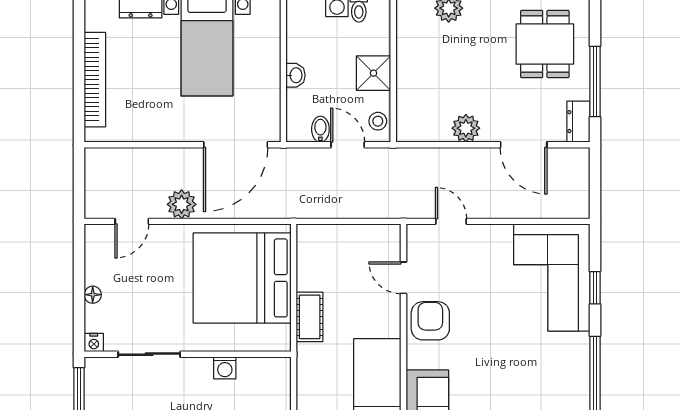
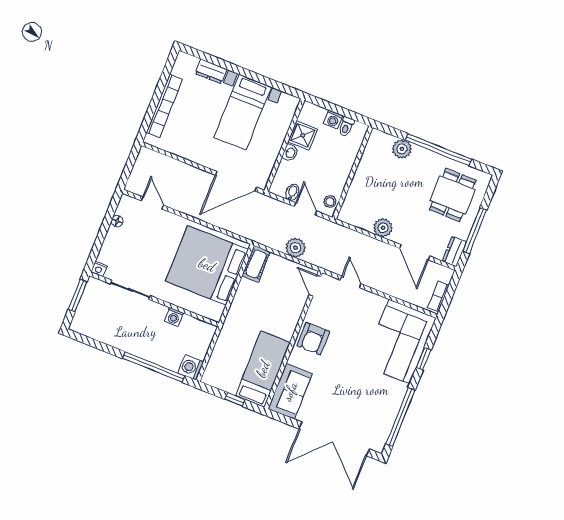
shower: (374, 73) -> (303, 135), moved
bookcase: (581, 193) -> (439, 296), added
plant: (182, 204) -> (295, 248), moved
door: (132, 221) -> (152, 203), swing flipped
door: (403, 278) -> (315, 286), moved
floor lamp: (93, 295) -> (117, 221), moved
cot: (310, 317) -> (256, 264), moved
armchair: (430, 321) -> (313, 339), turned 180

